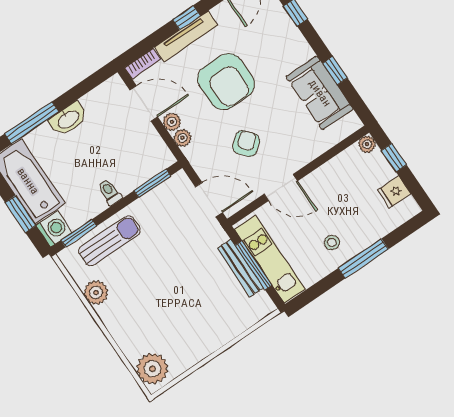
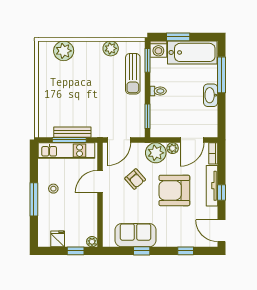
plant: (183, 138) -> (156, 153), width x1.88, depth x1.88
plant: (152, 369) -> (64, 51), moved

